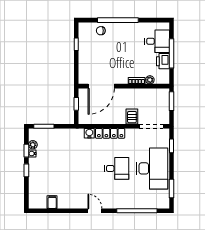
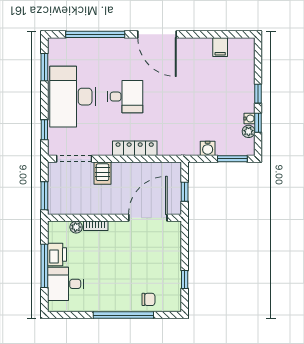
water cooler: (89, 133) -> (208, 148), moved
desk: (117, 168) -> (125, 97), turned 180
door: (95, 211) -> (157, 34), width x1.88

